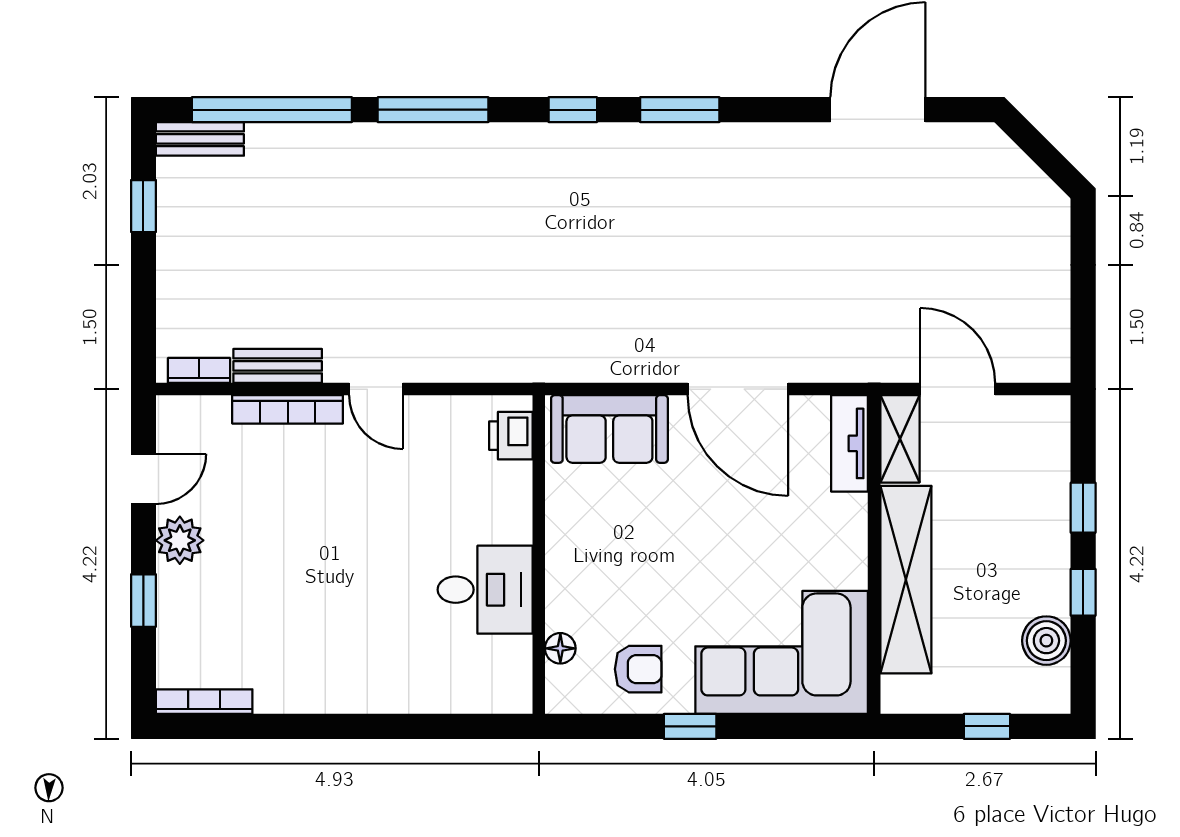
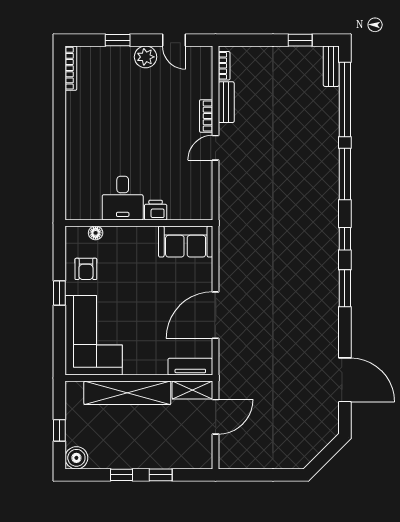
bookcase: (288, 409) -> (206, 116), width x0.64
sofa: (609, 429) -> (186, 241), moved, turned -90
printer: (511, 436) -> (156, 210), moved
boiler: (1046, 641) -> (76, 458), moved

